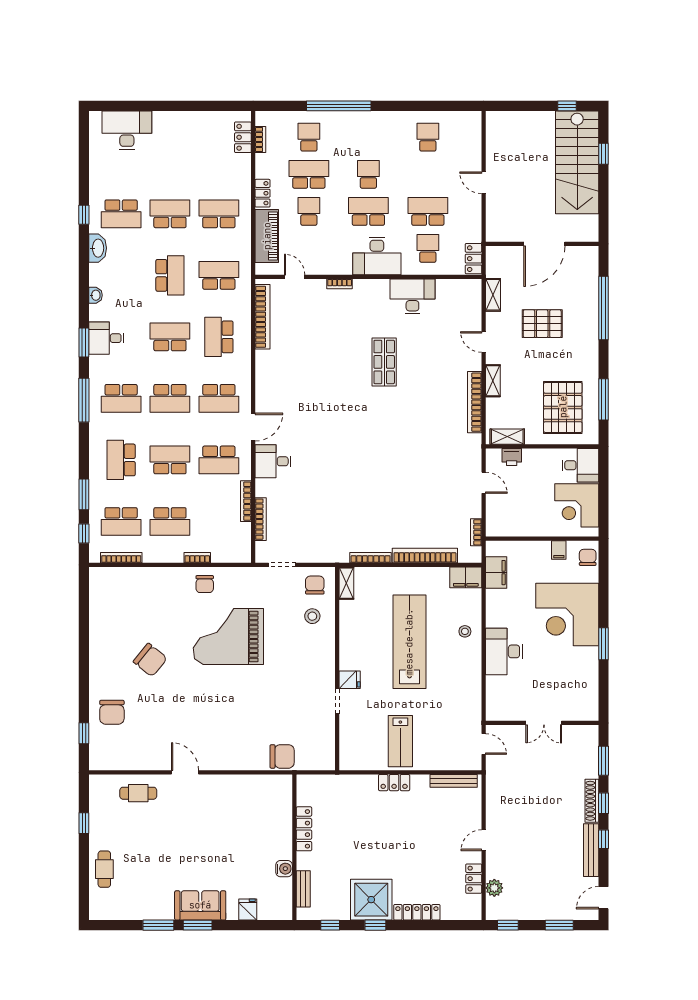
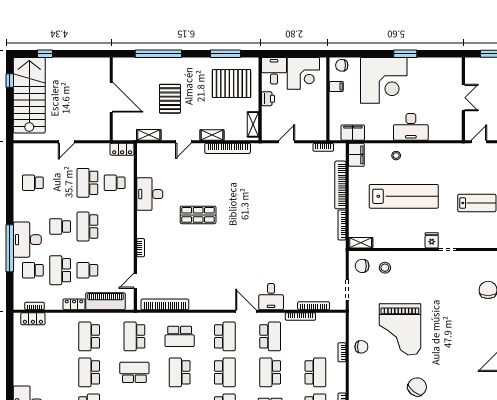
stairs: (577, 162) -> (29, 95), moved, turned -90
desk: (377, 256) -> (27, 240), moved, turned 180
printer: (512, 457) -> (268, 99), moved
lab bench: (409, 642) -> (404, 196), turned 180

